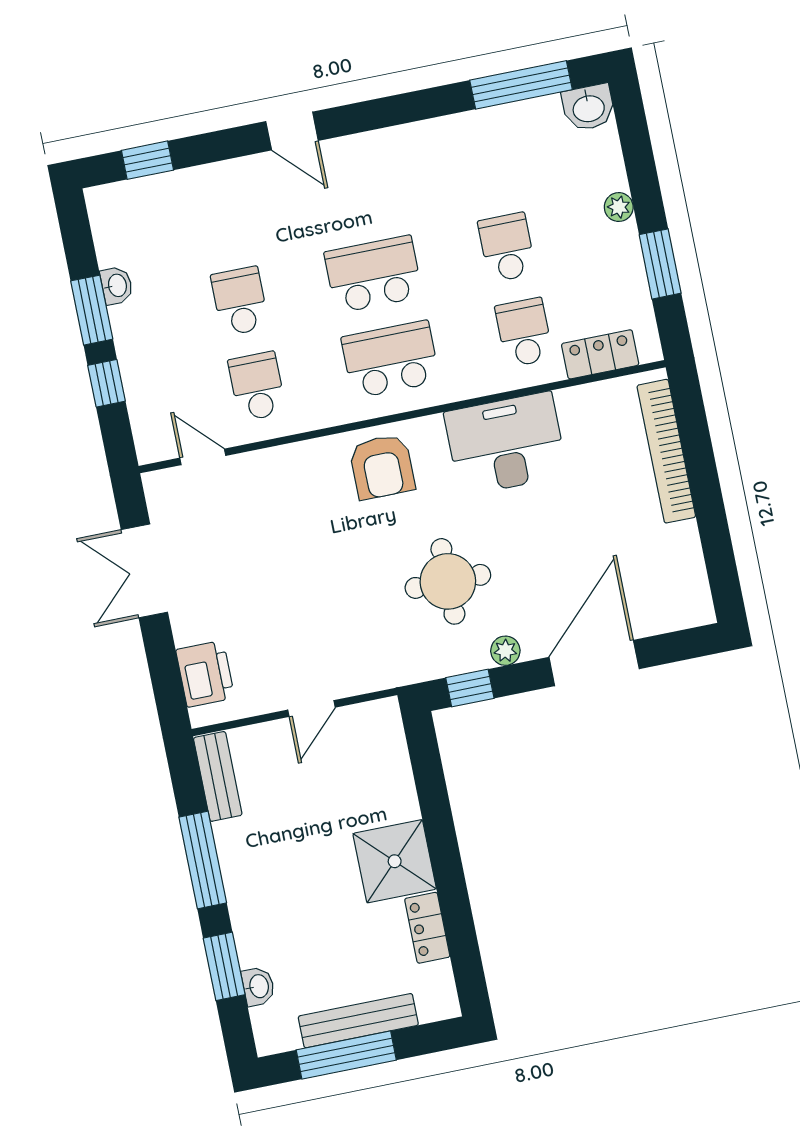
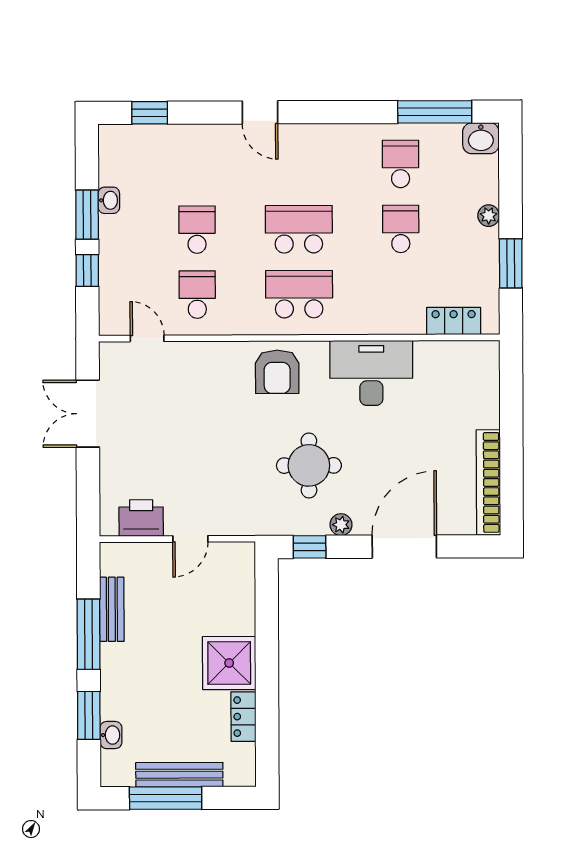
school desk: (524, 332) -> (400, 164), moved
bookcase: (666, 451) -> (488, 482), moved
printer: (205, 674) -> (141, 518), moved, turned -90
bench: (218, 776) -> (112, 609), moved

